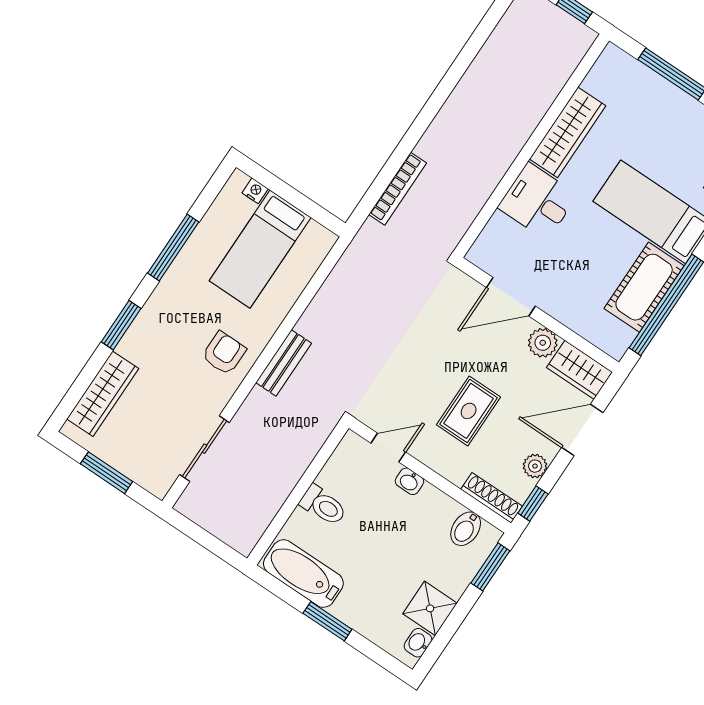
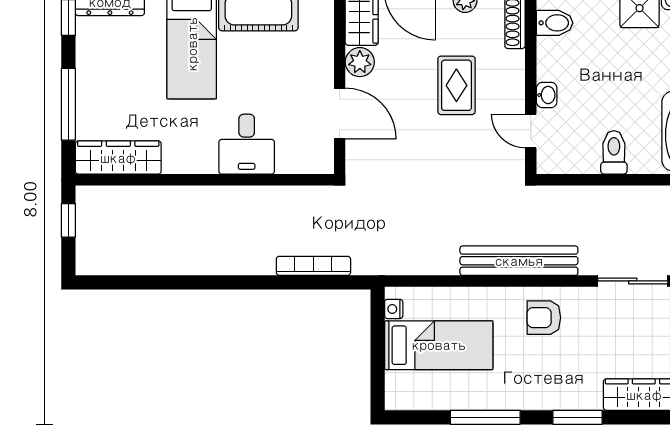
wardrobe: (568, 132) -> (118, 158), moved
nightstand: (255, 191) -> (394, 309), moved
bench: (284, 363) -> (519, 261), width x1.86, depth x1.21
rug: (469, 411) -> (456, 85), turned 90

